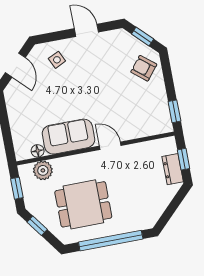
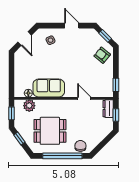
door: (110, 146) -> (84, 98), moved
dresser: (173, 169) -> (108, 109), moved
chair: (136, 219) -> (80, 146), added

